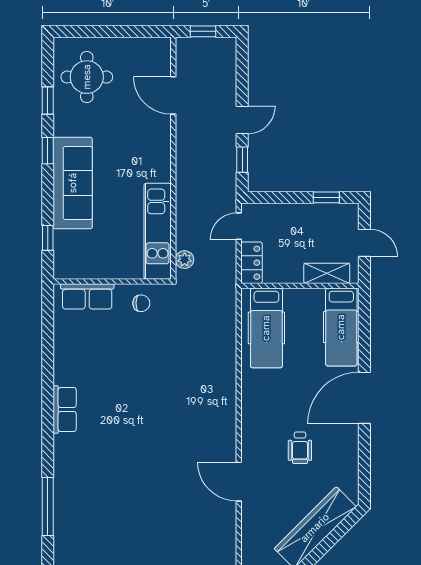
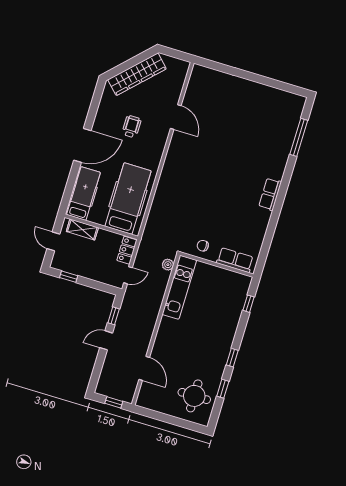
sofa: (73, 183) -> (223, 333), removed
hospital bed: (266, 328) -> (128, 199), width x1.37, depth x1.29

